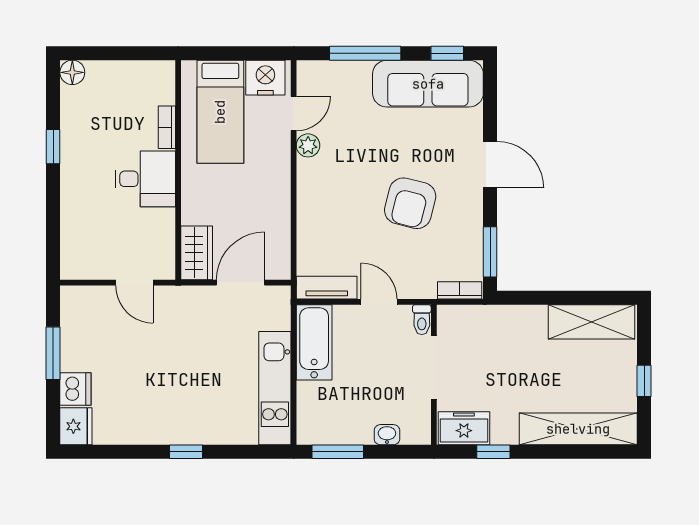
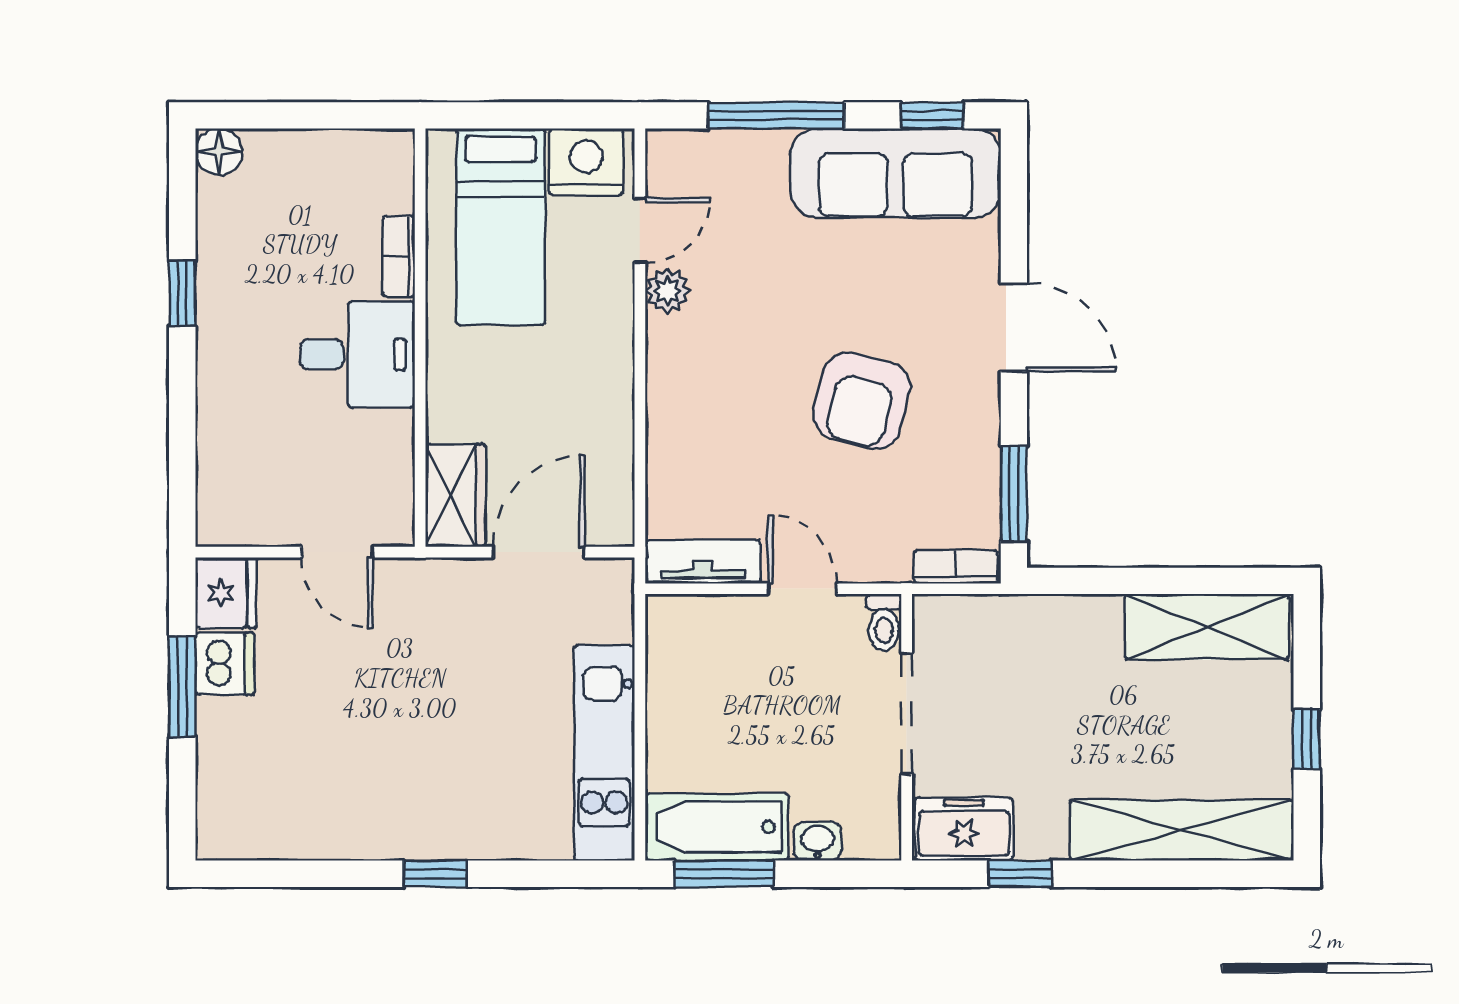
bathtub: (314, 342) -> (717, 827), moved, turned -90
dishwasher: (75, 389) -> (225, 664), moved
fridge: (76, 426) -> (226, 593), moved

